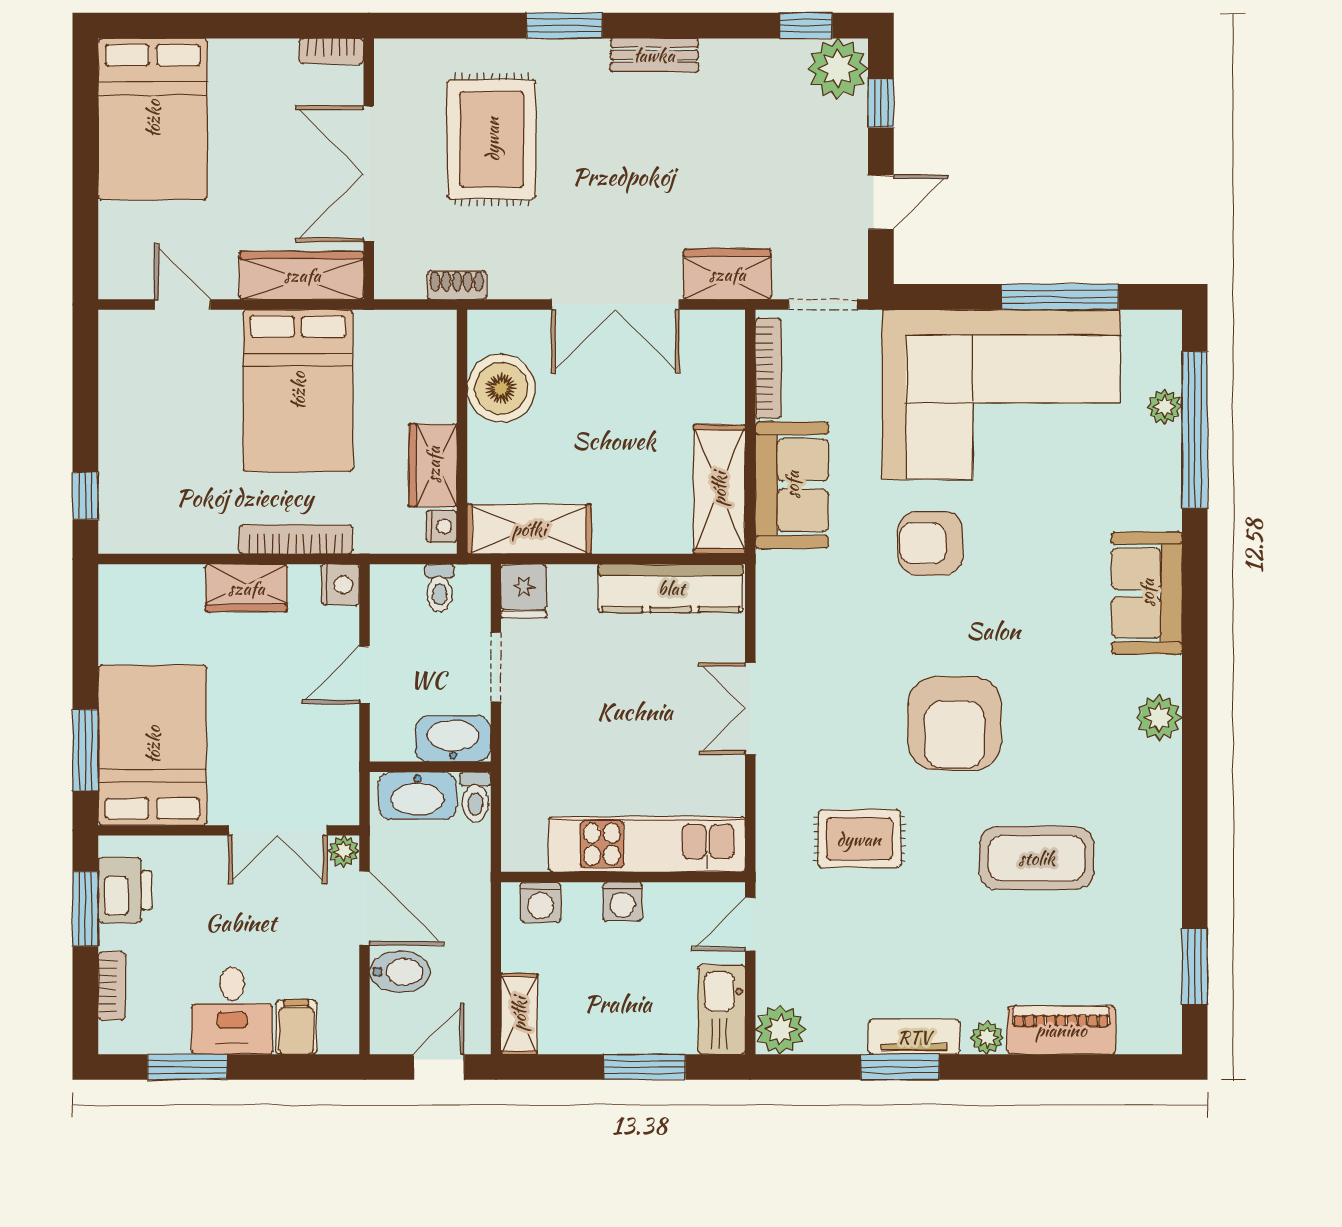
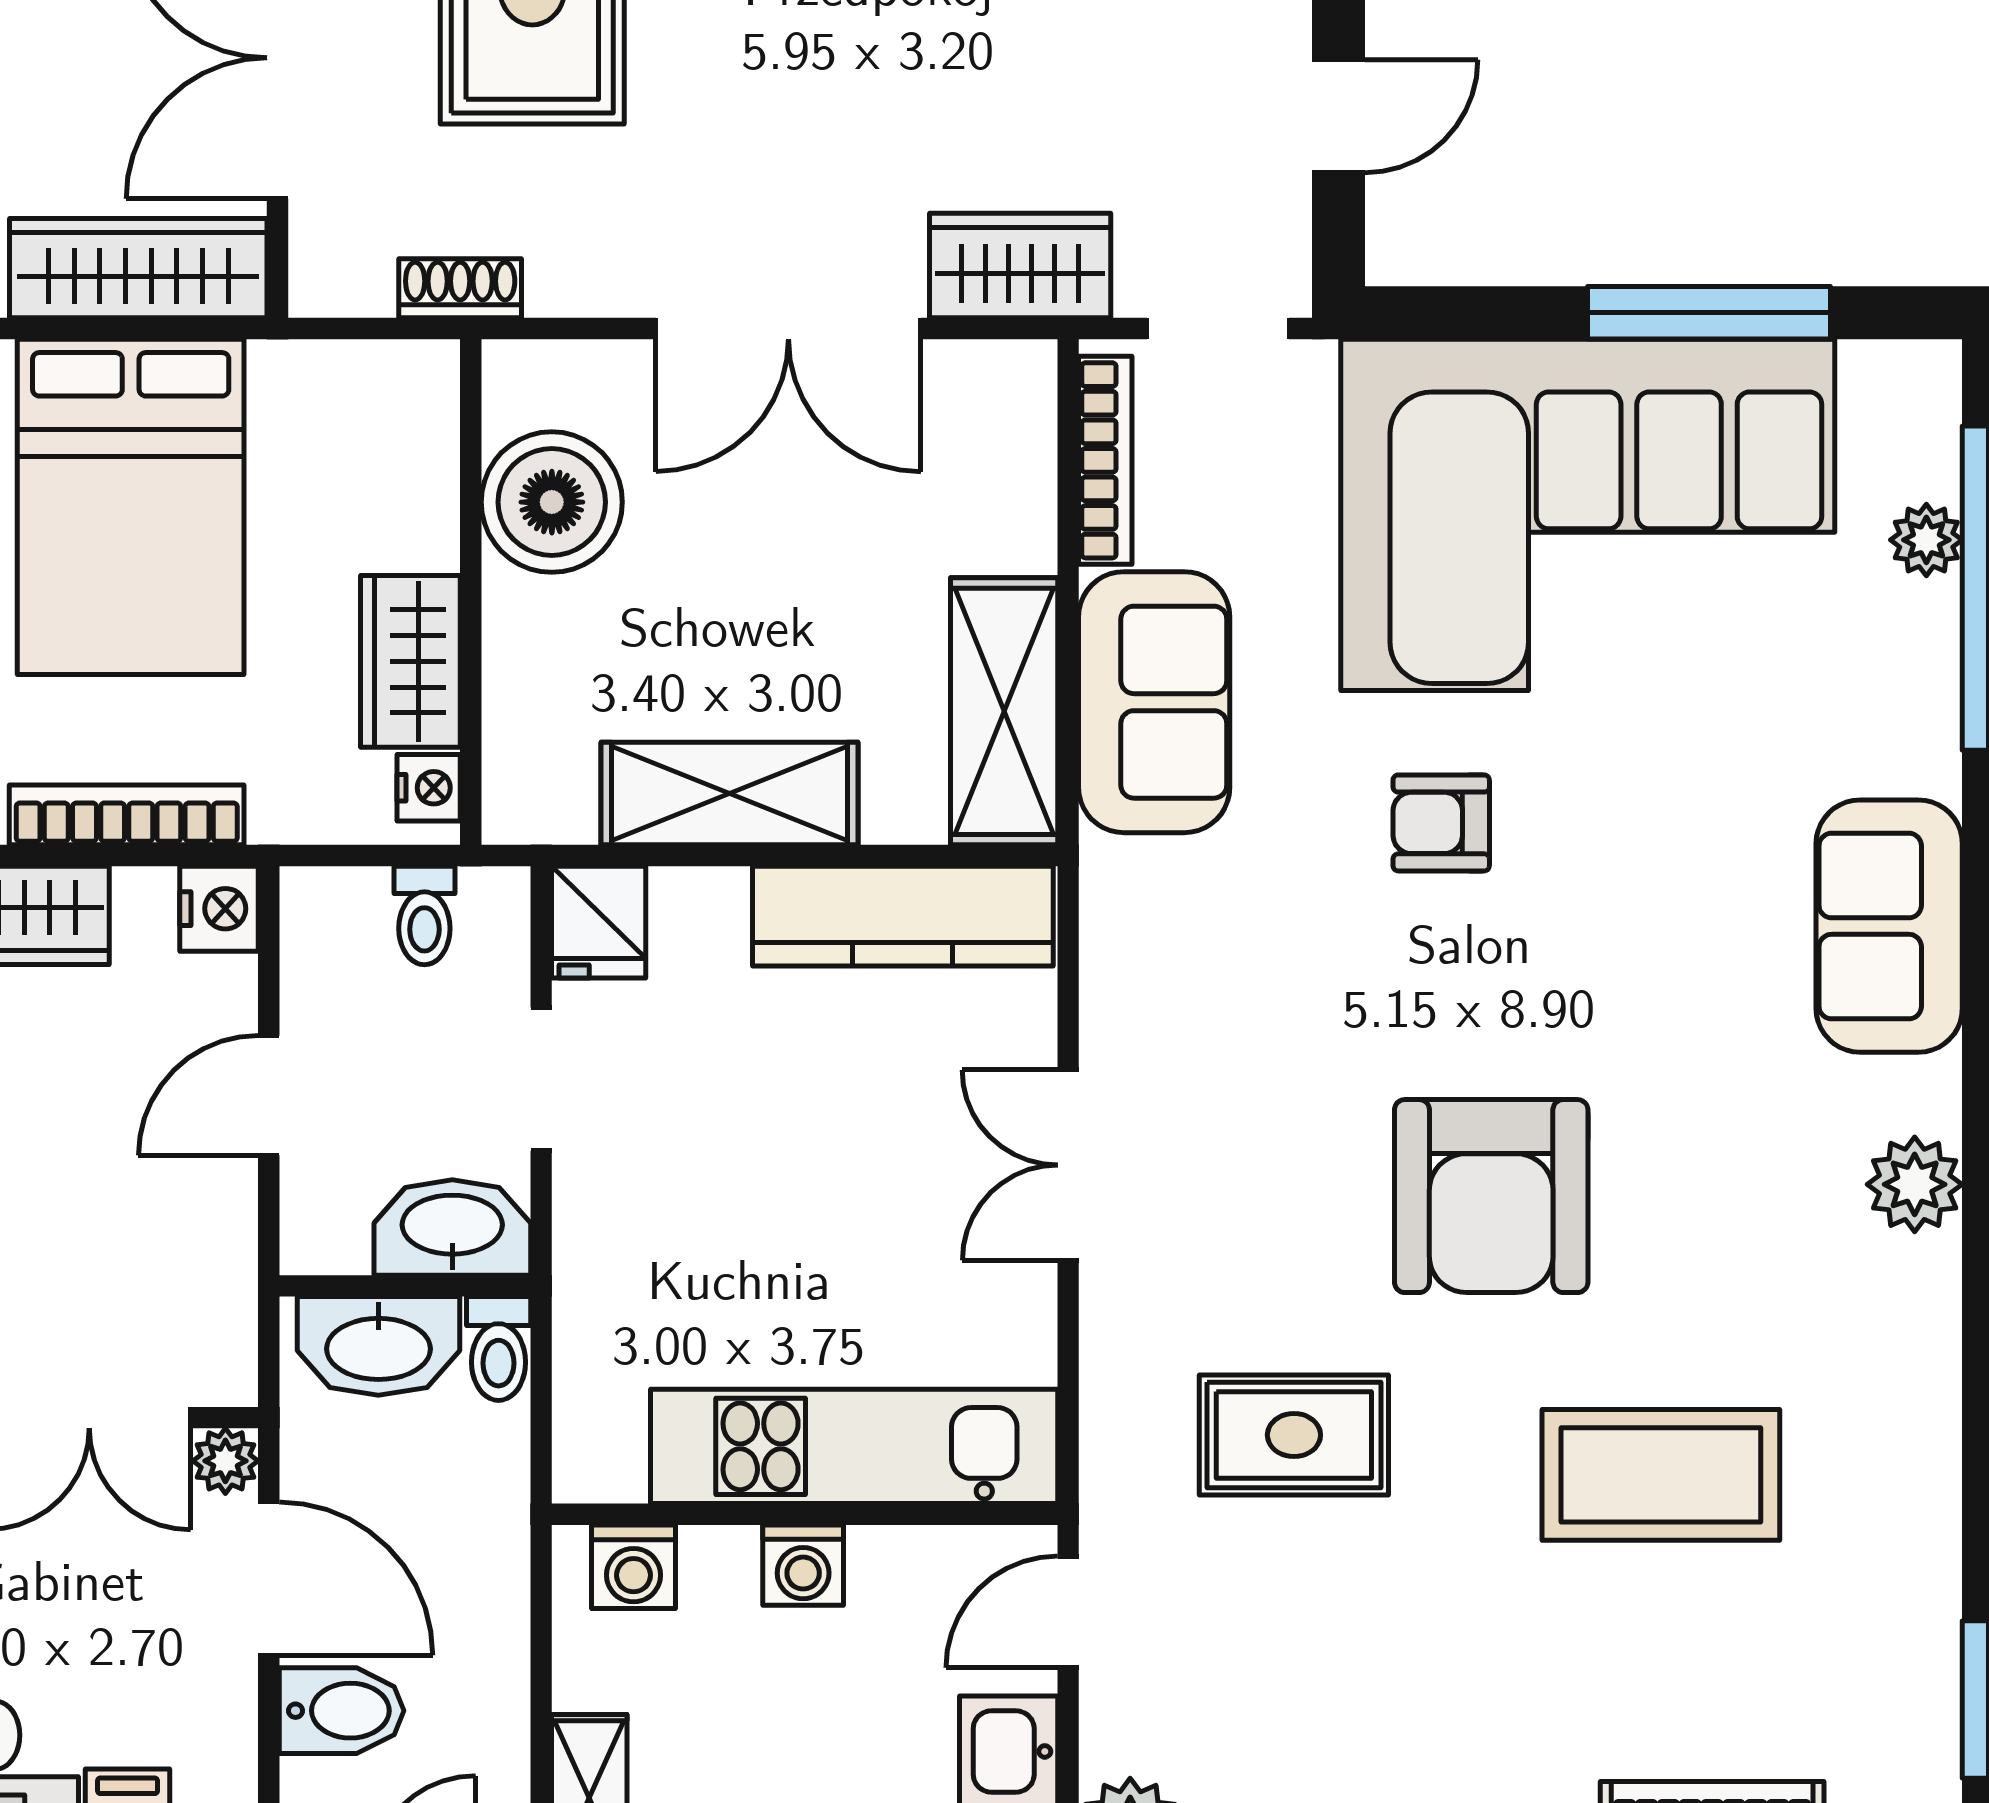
shelving: (529, 529) -> (730, 794), moved
armchair: (930, 543) -> (1441, 823), width x0.72, depth x0.72

